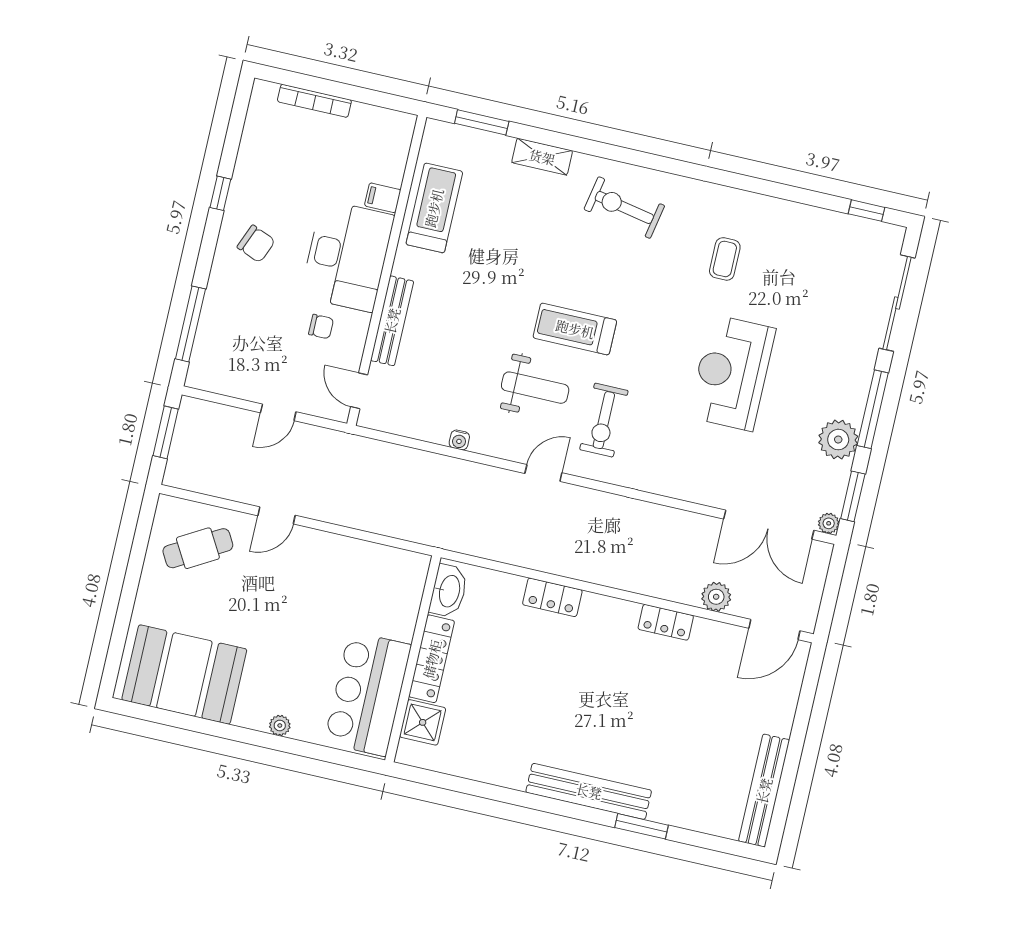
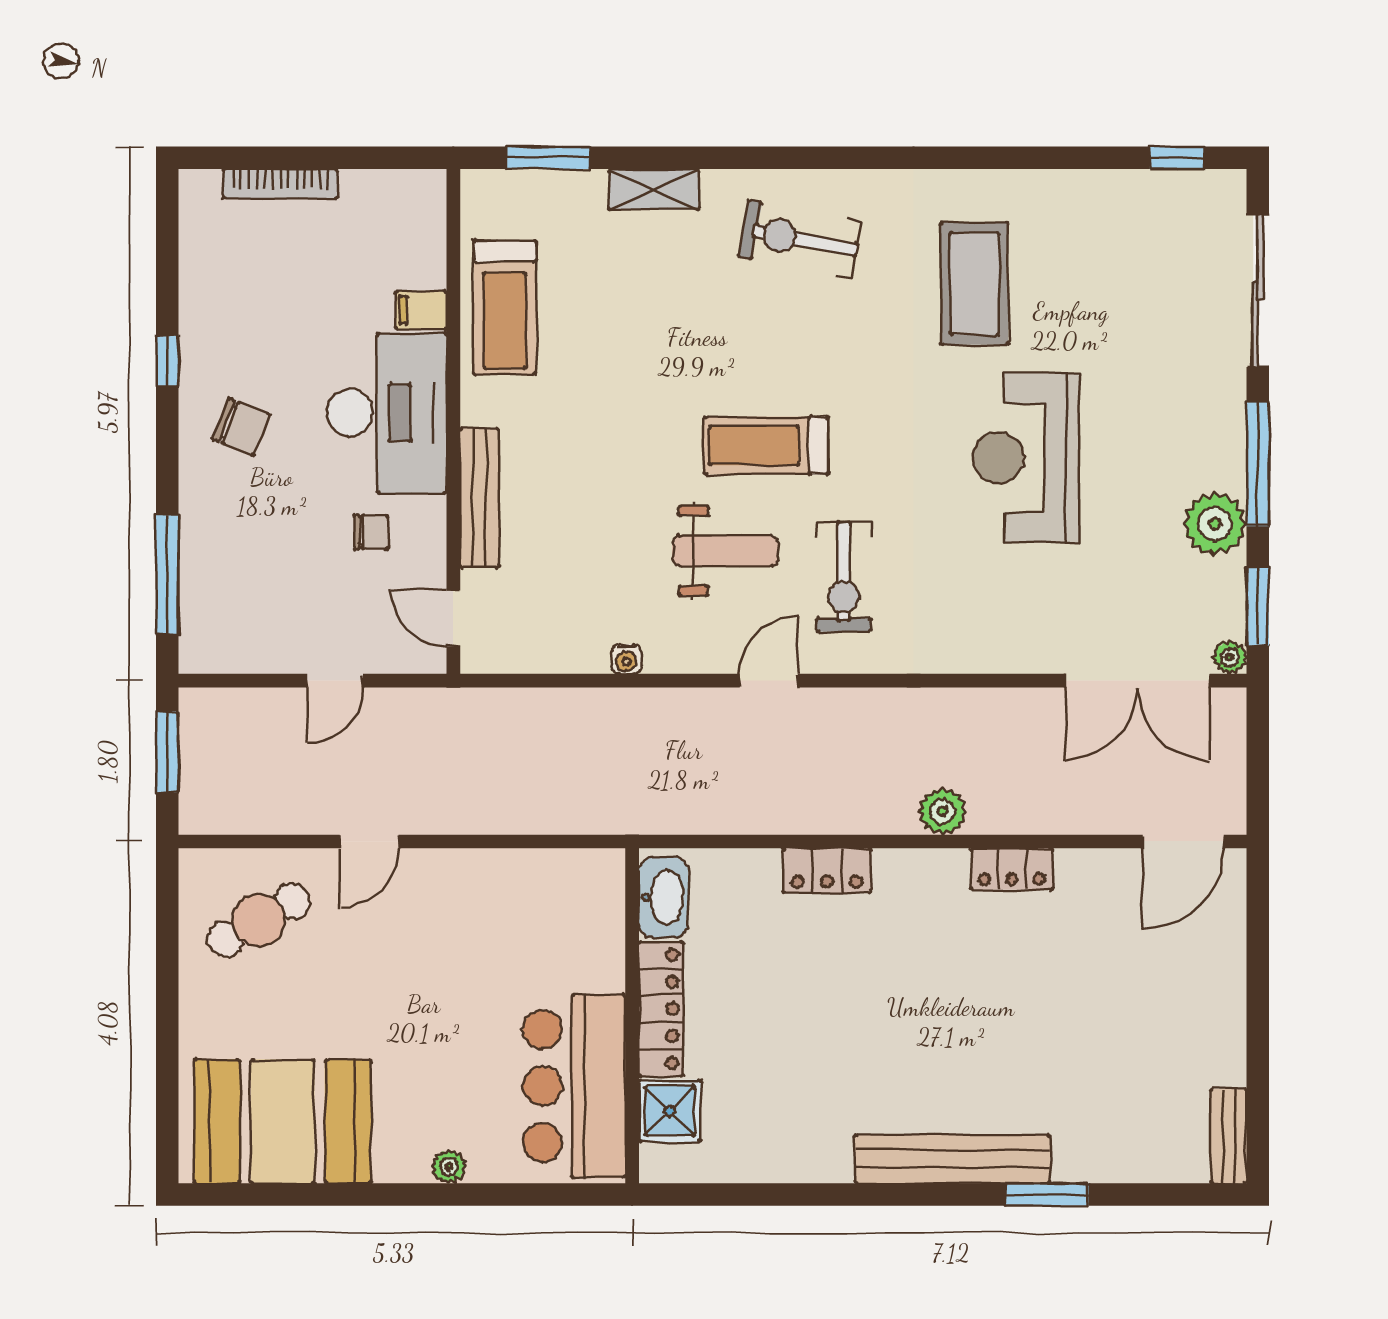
treadmill: (434, 208) -> (505, 307), turned 180
coffee table: (725, 259) -> (974, 283), width x1.86, depth x1.72
plant: (716, 597) -> (943, 811), moved
bench: (764, 791) -> (1228, 1136), width x0.54, depth x0.82

